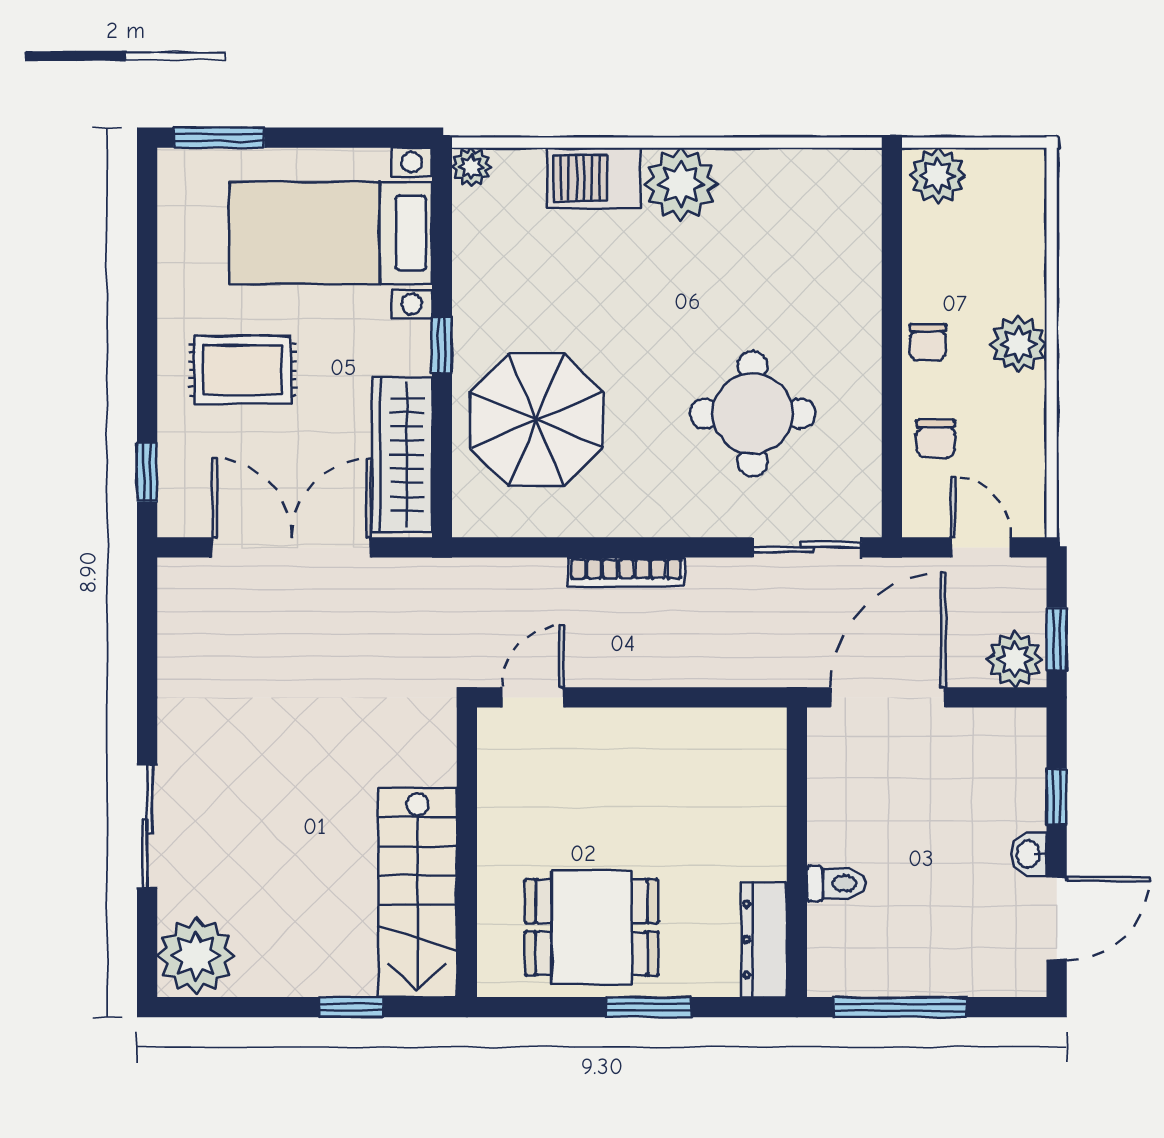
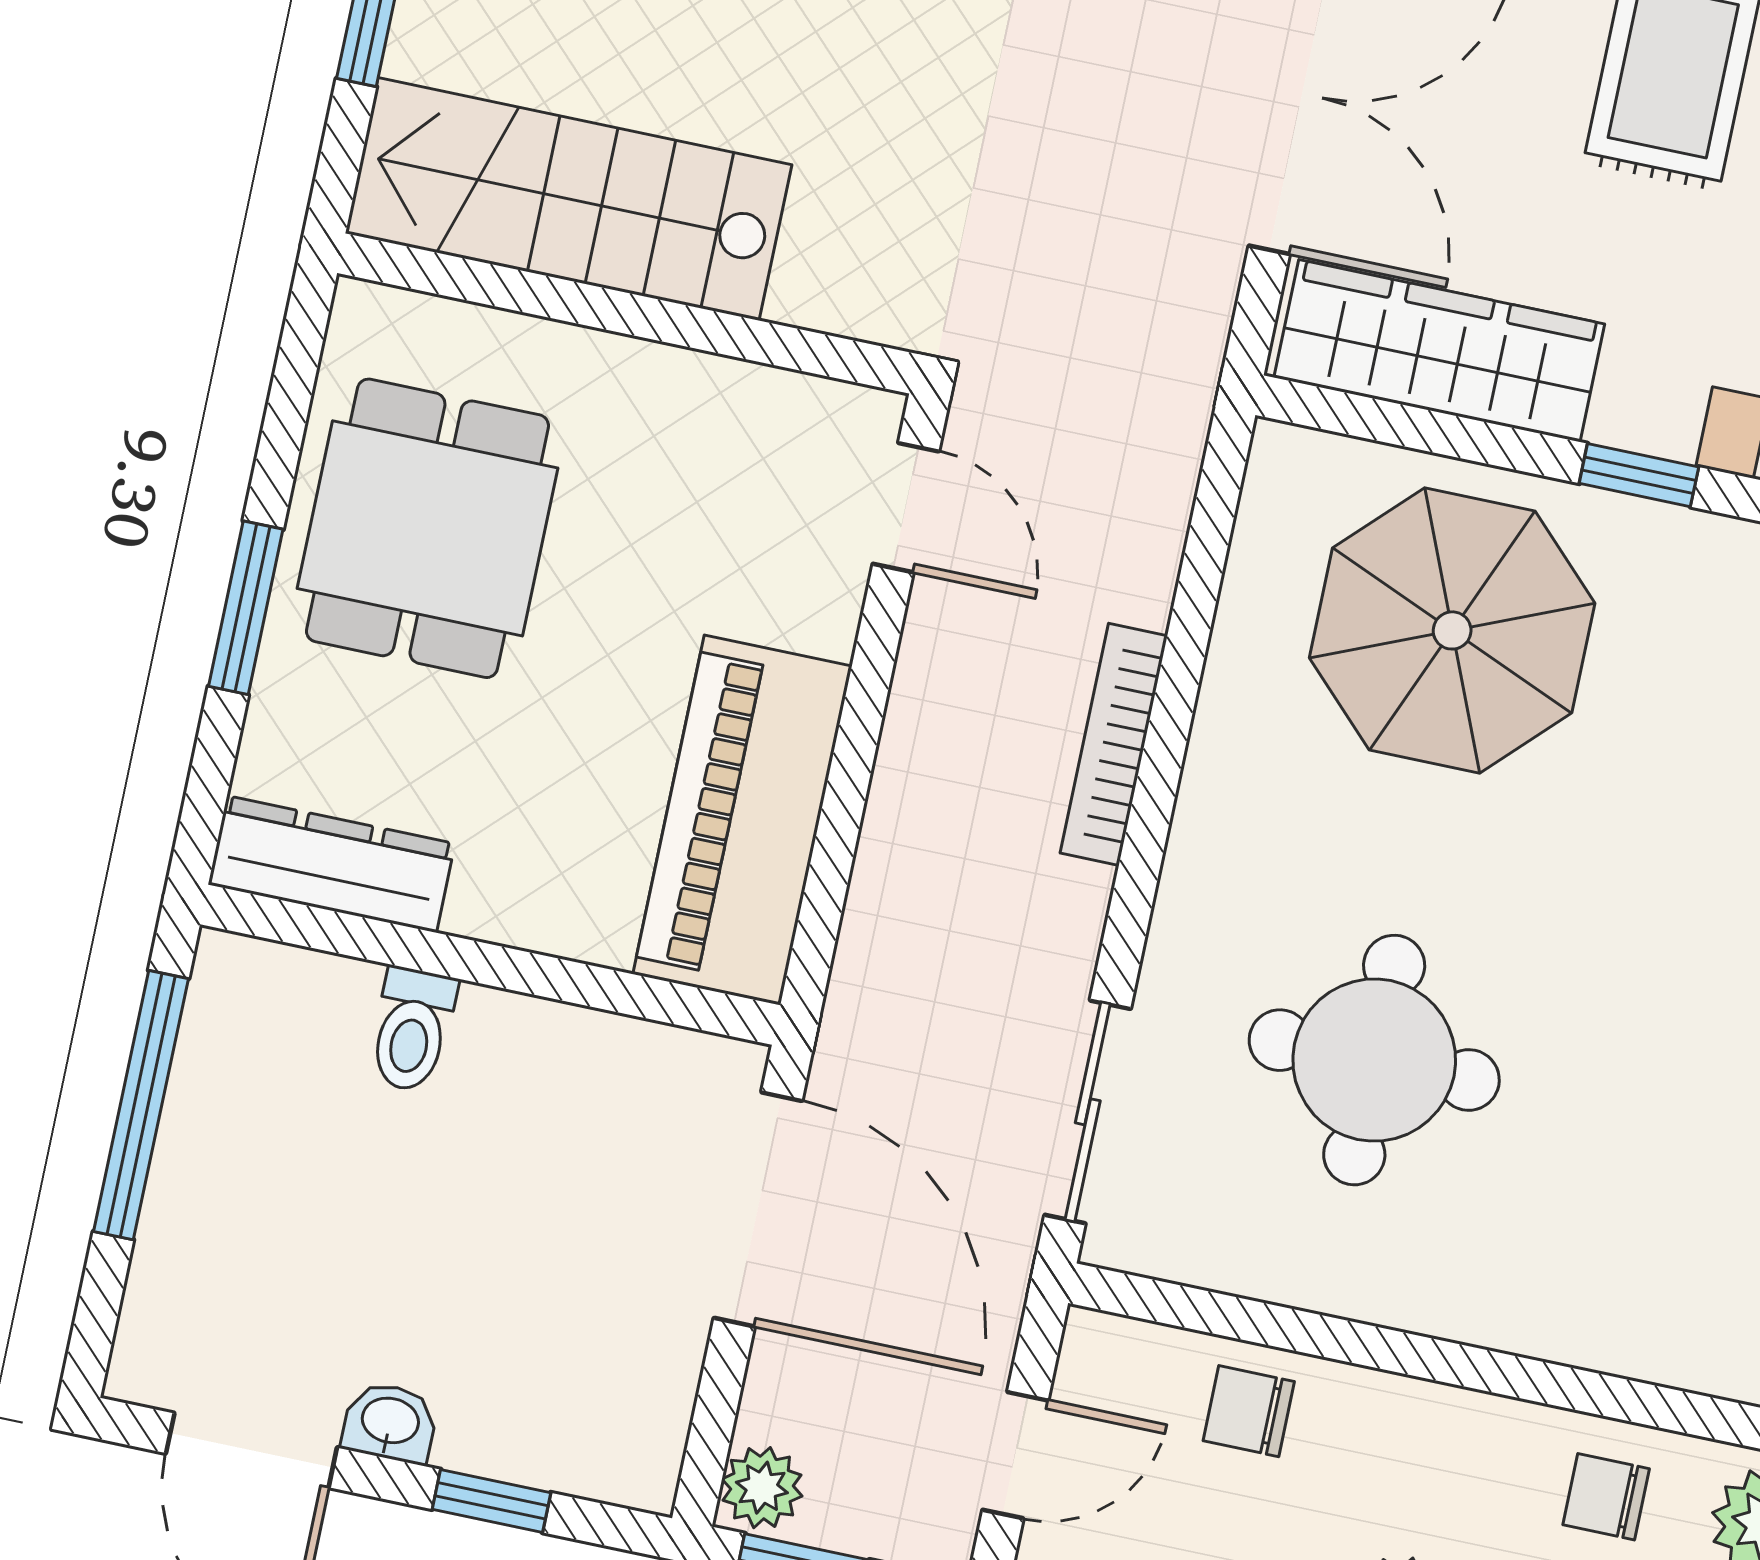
chair: (928, 342) -> (1606, 1497), moved
plant: (1015, 659) -> (762, 1488), width x0.73, depth x0.73
piano: (701, 745) -> (742, 820), added

